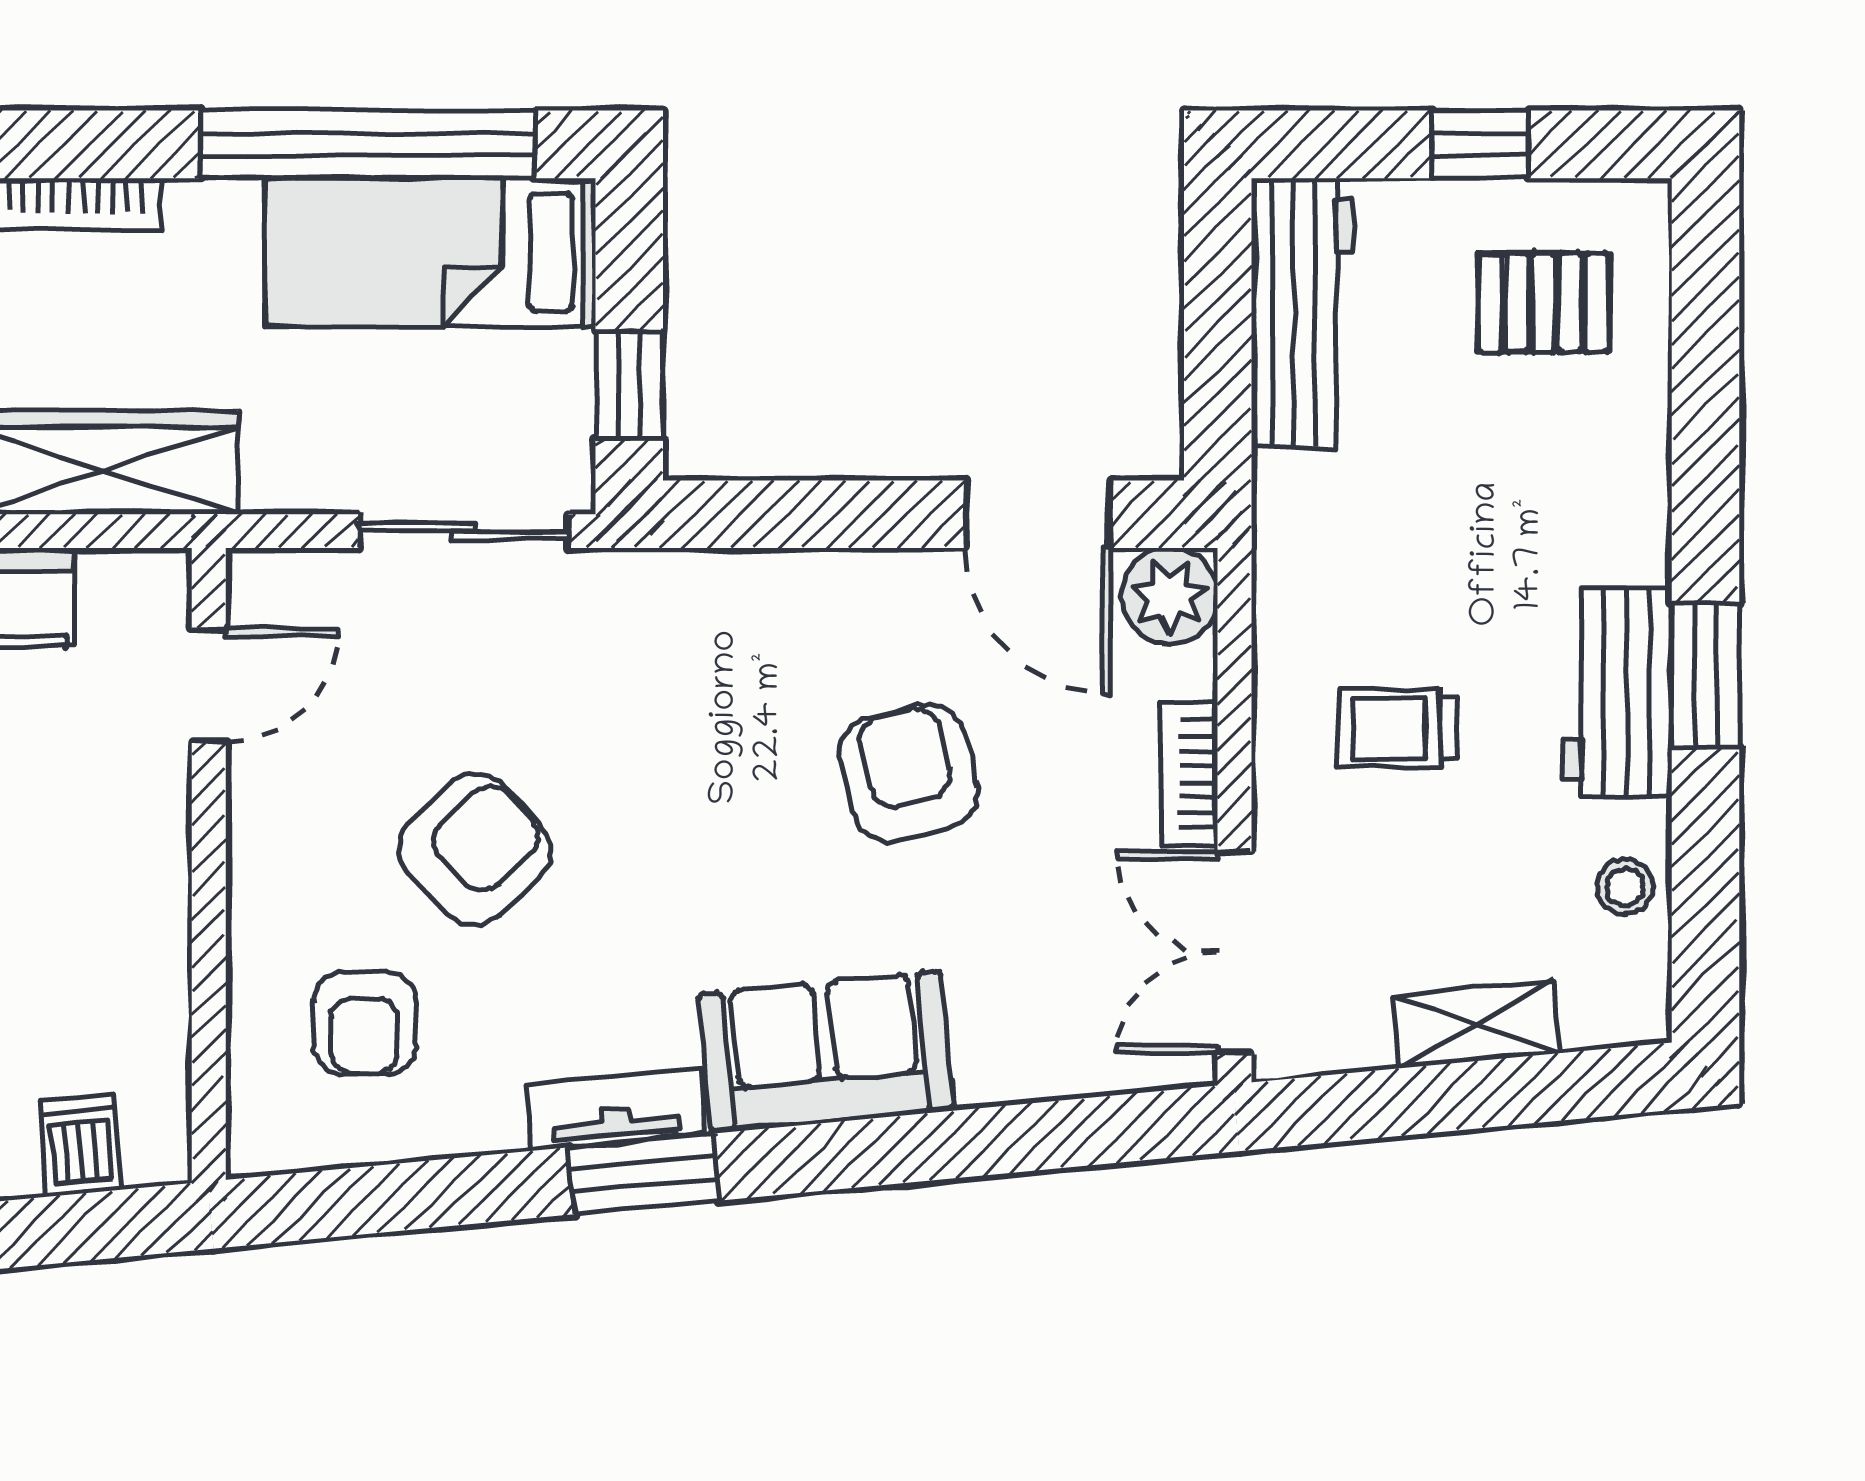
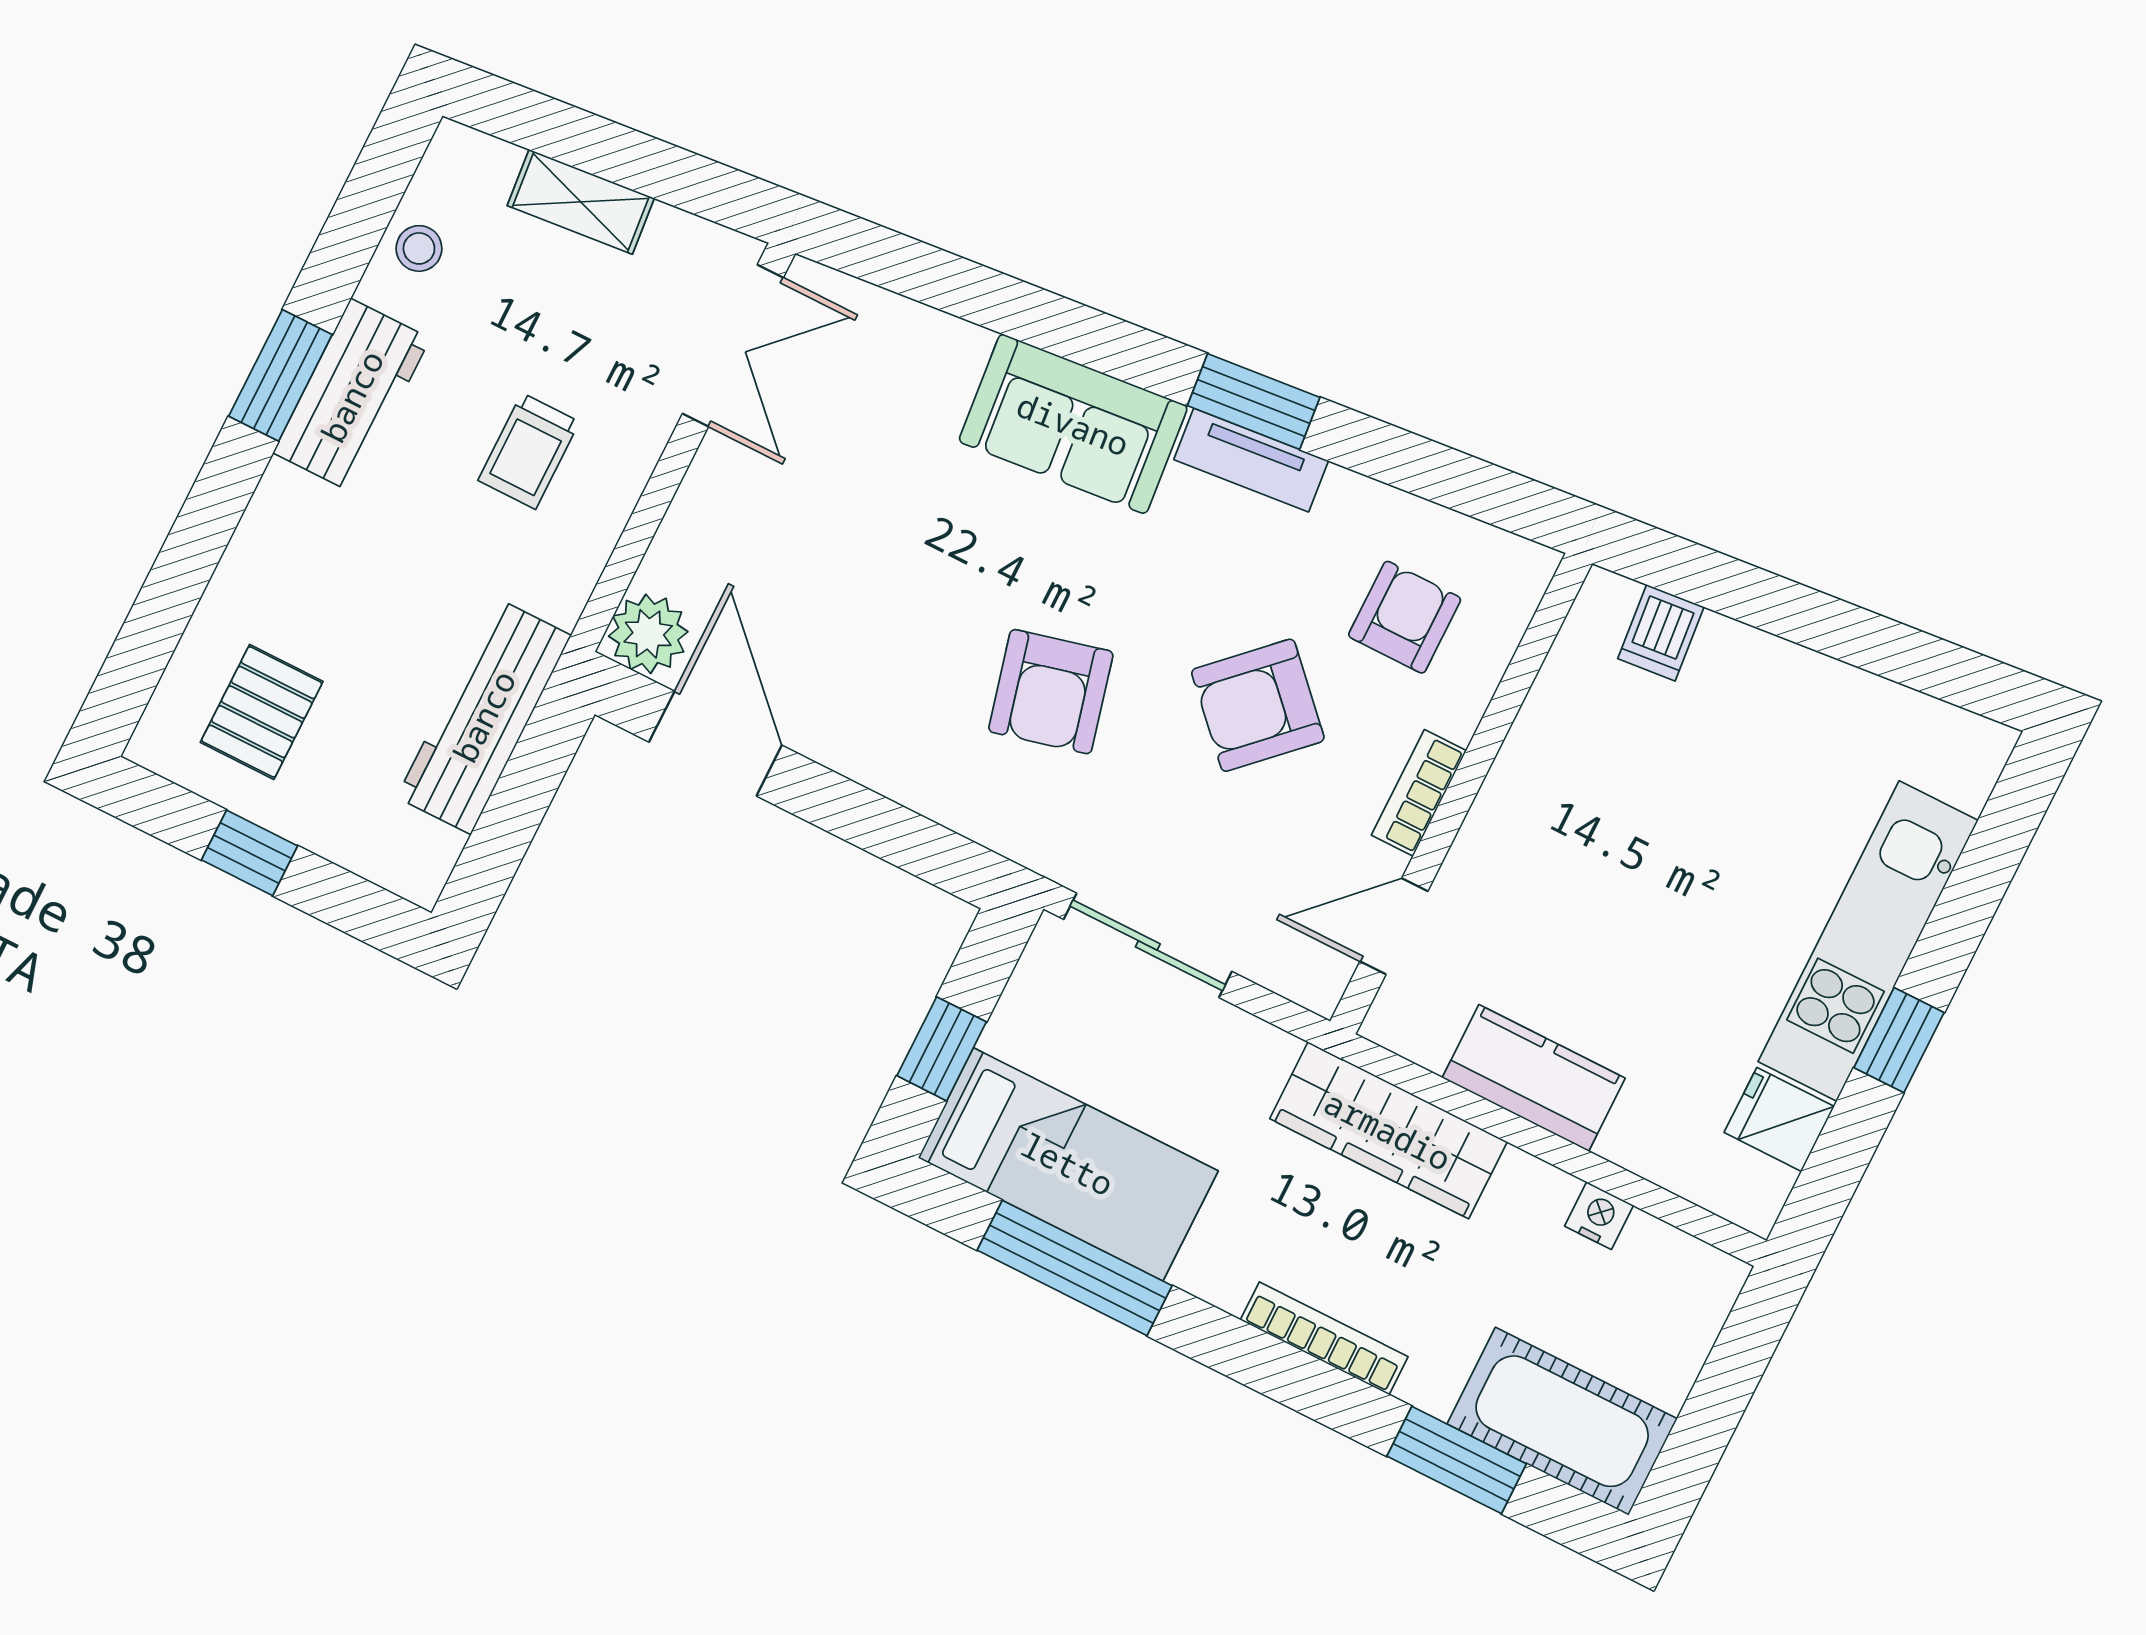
window: (368, 144) -> (1075, 1268), width x0.68
pallet: (1543, 303) -> (262, 712), turned 90
workbench: (1302, 313) -> (484, 716), moved
window: (629, 385) -> (942, 1049), moved
trolley: (1397, 728) -> (529, 451), turned 90
armchair: (908, 773) -> (1051, 692), moved
bookcase: (1189, 774) -> (1419, 793), moved, turned 180

